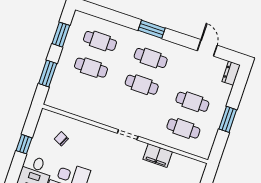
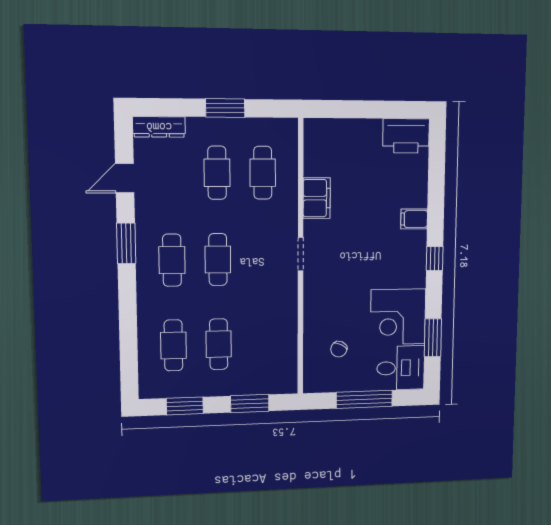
window: (152, 29) -> (126, 243), moved
dresser: (231, 73) -> (159, 127), width x1.44
window: (24, 144) -> (364, 399), width x2.17

